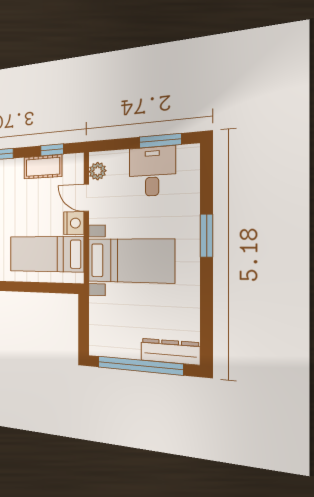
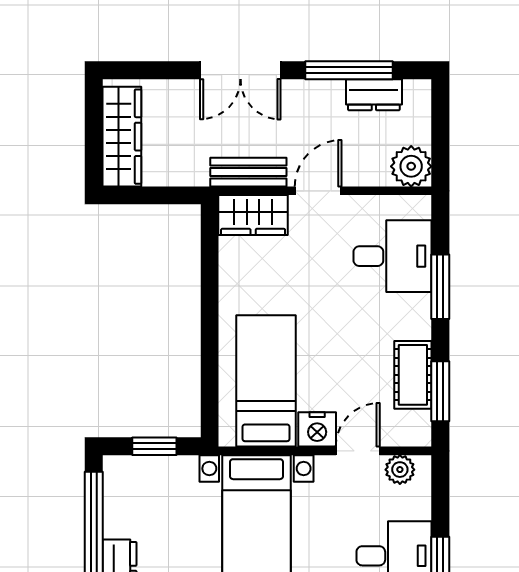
window: (52, 150) -> (440, 391), width x1.50
window: (84, 323) -> (154, 446), added

